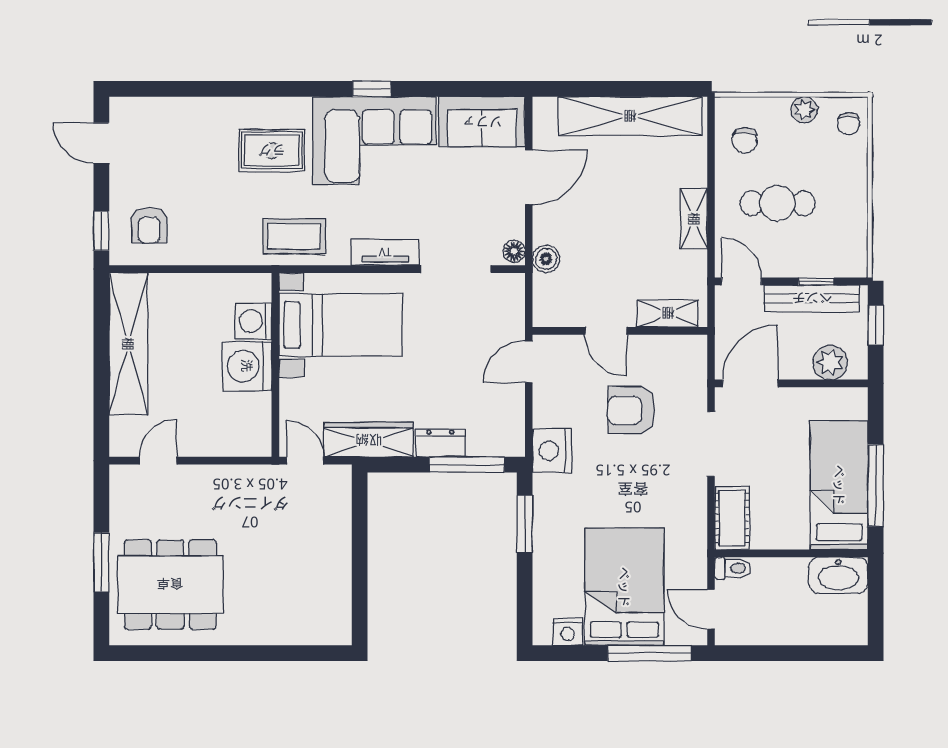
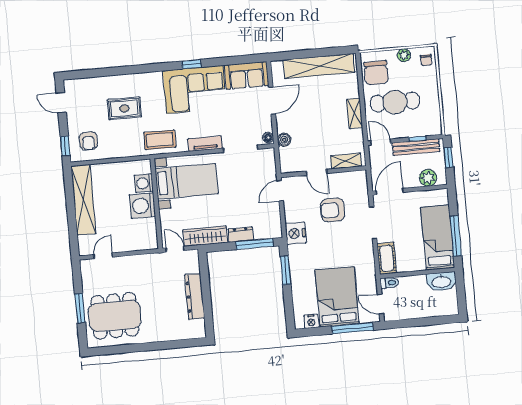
chair: (745, 140) -> (376, 73), width x1.87, depth x1.87
rug: (272, 150) -> (124, 108), moved
cafe table: (777, 203) -> (395, 102), width x1.37, depth x1.35
dresser: (336, 560) -> (195, 297), added

